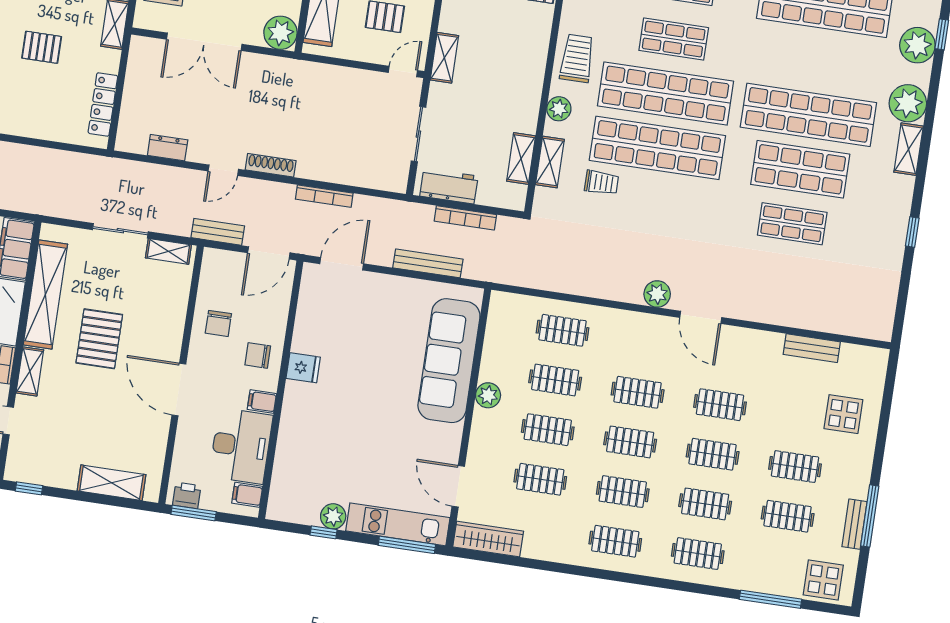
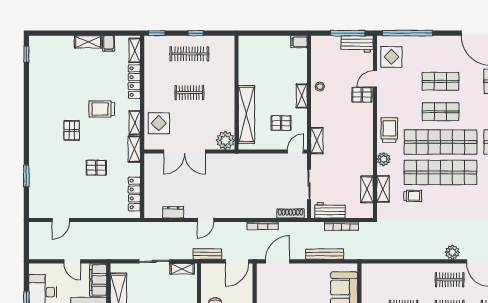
shoe rack: (271, 165) -> (291, 213), moved
clothes rail: (563, 330) -> (450, 280), moved

